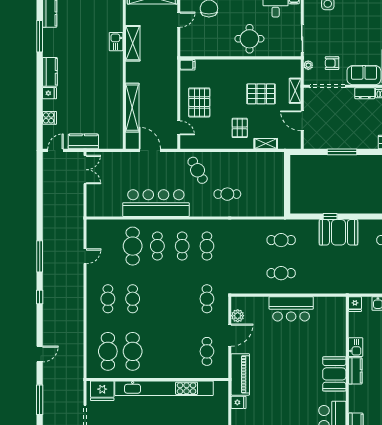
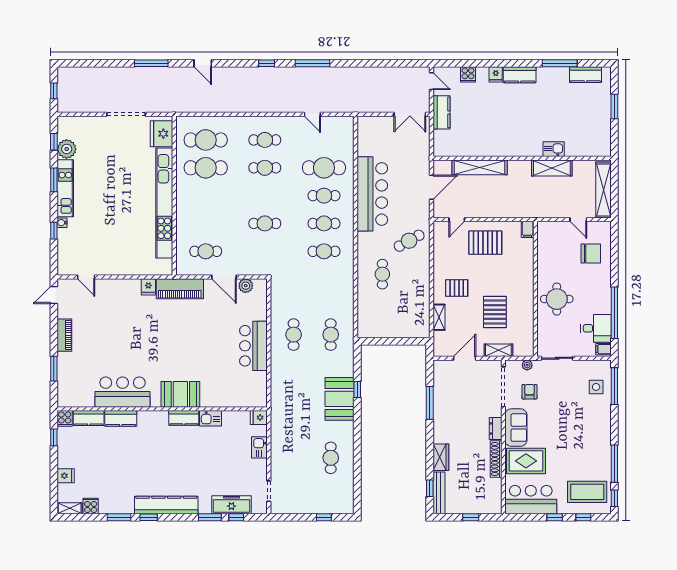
cafe table: (207, 299) -> (265, 223), moved

